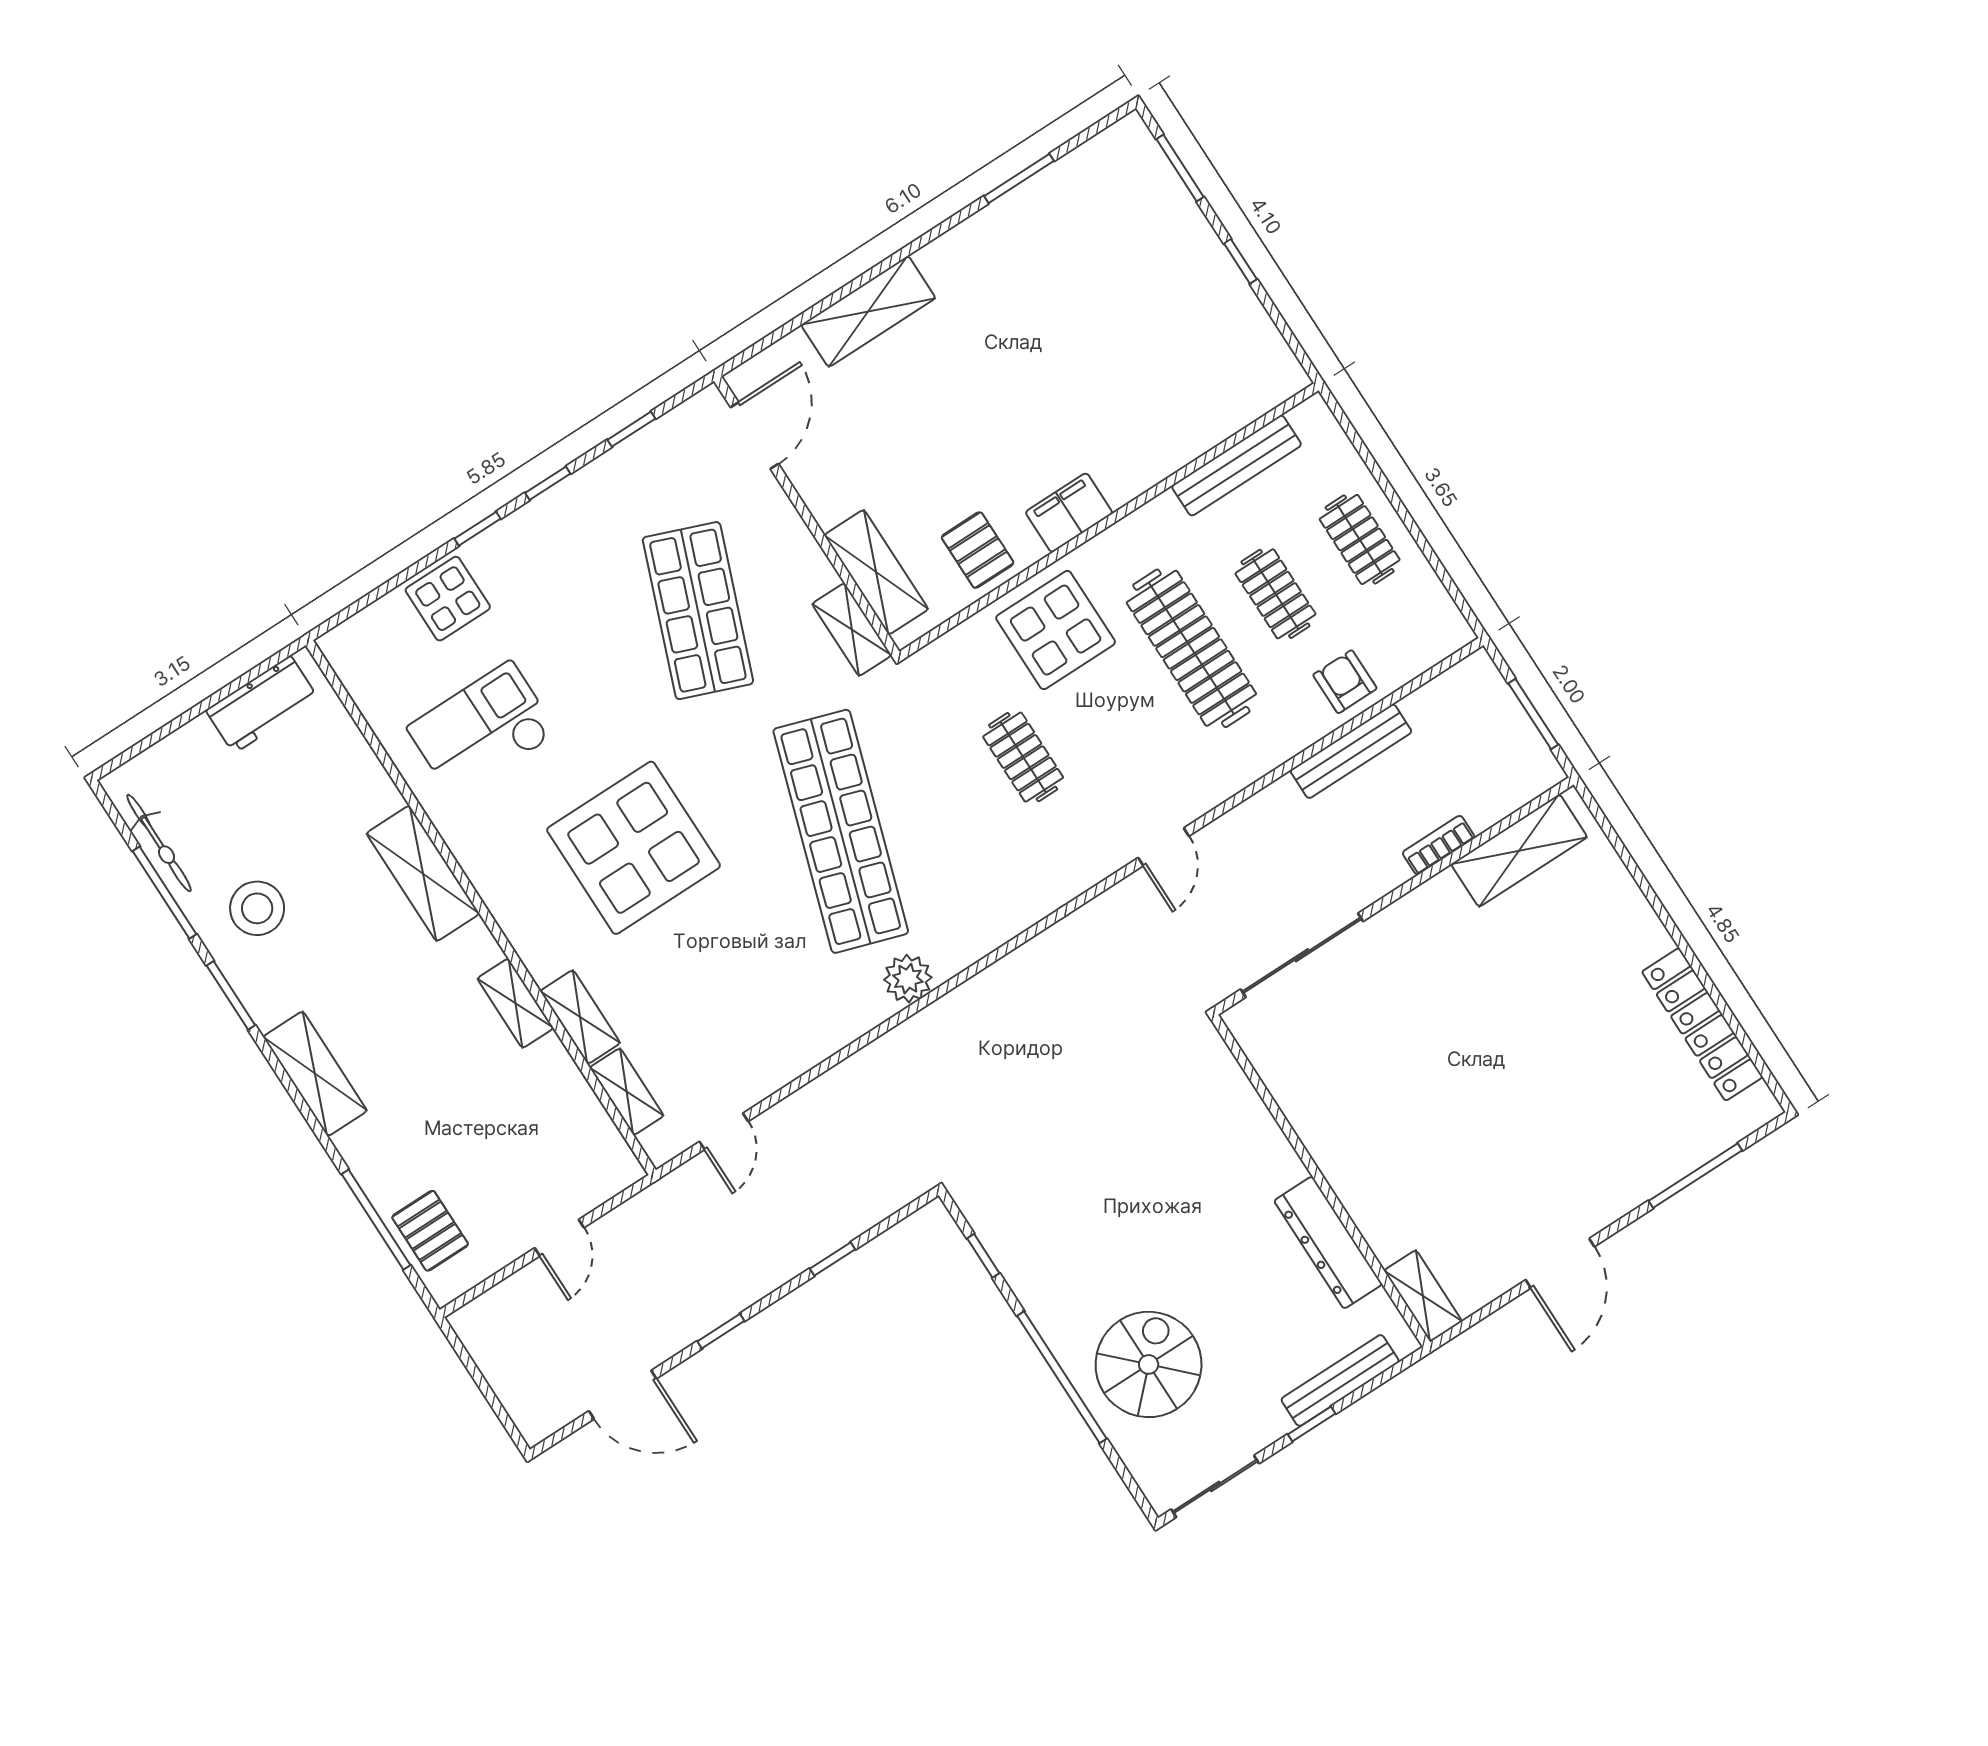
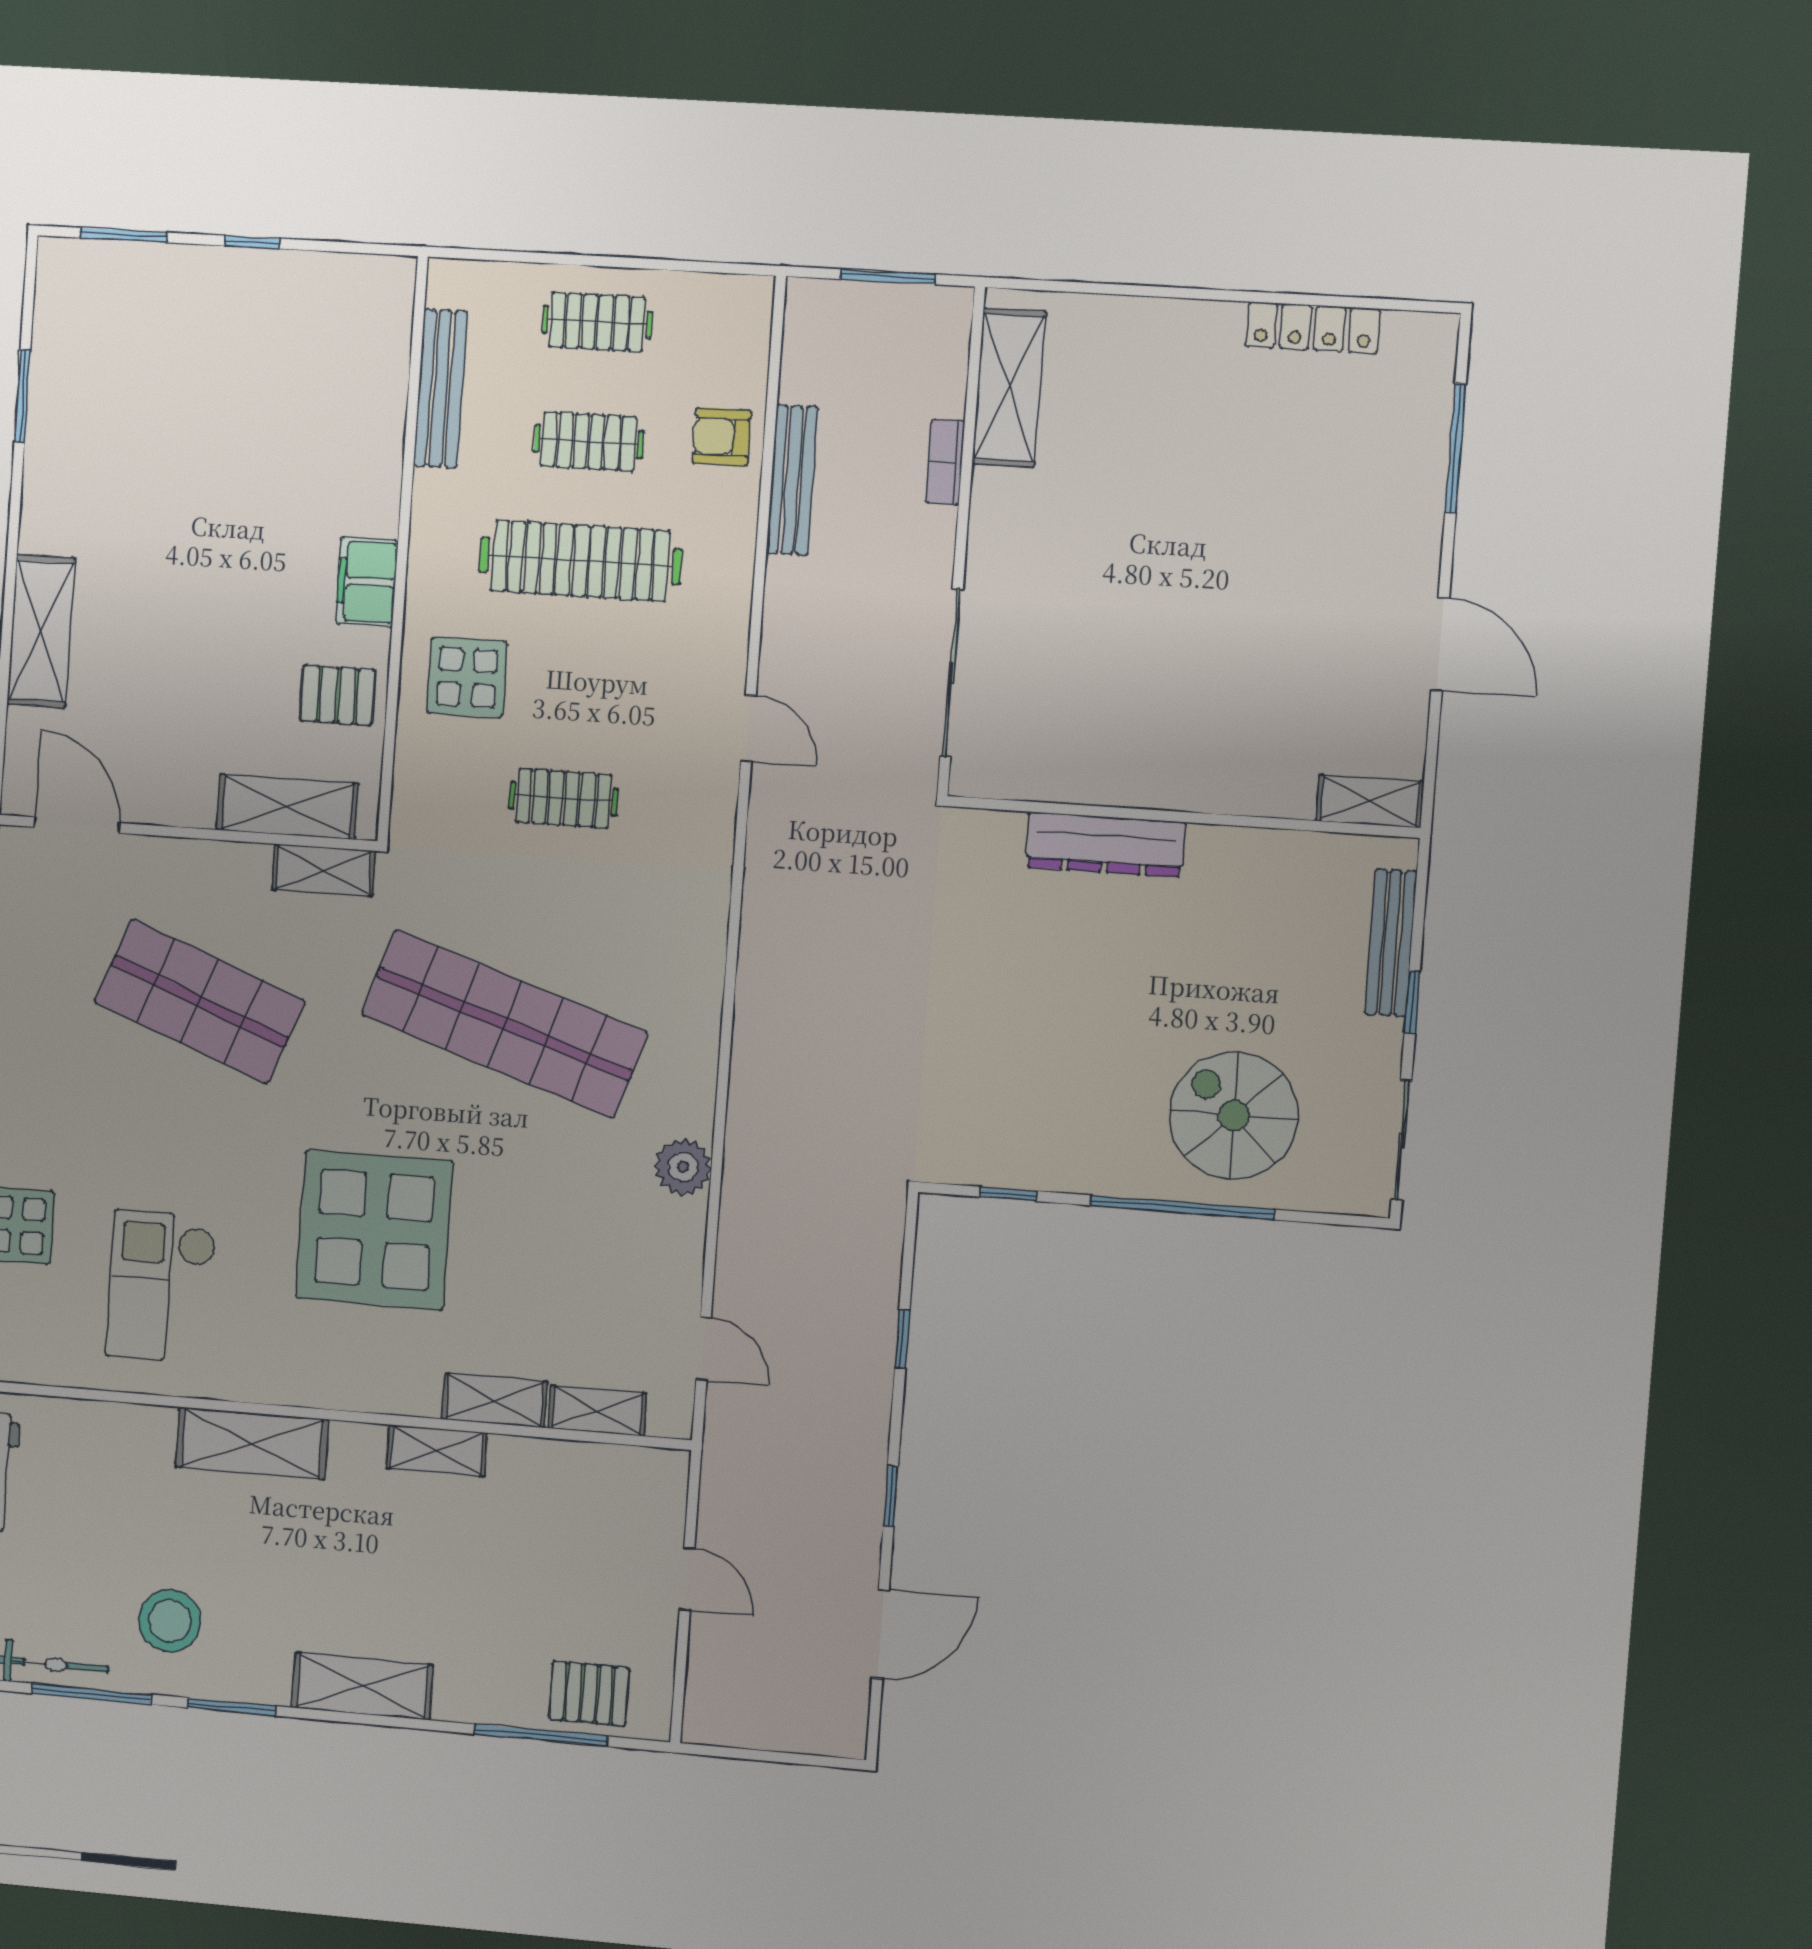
display table: (1056, 630) -> (467, 678), width x0.73, depth x0.73
plant: (908, 979) -> (683, 1167), moved
locker: (1702, 1024) -> (1313, 328), width x0.71, depth x0.83
dresser: (1328, 1242) -> (1105, 845), moved

